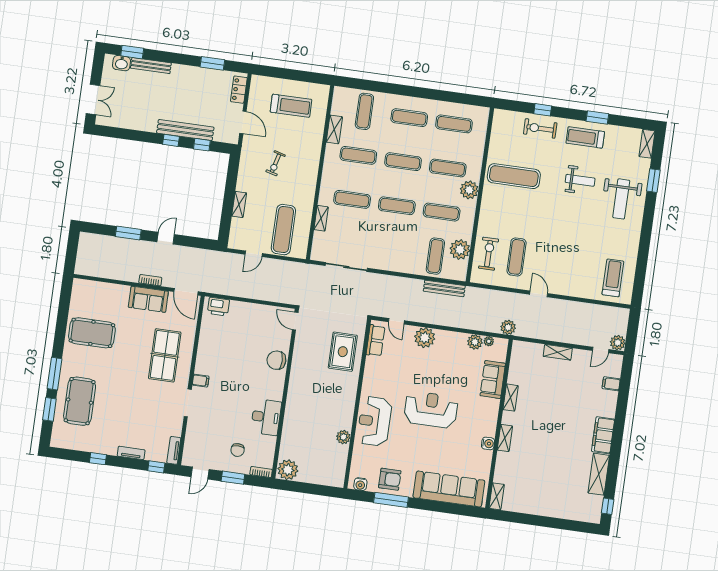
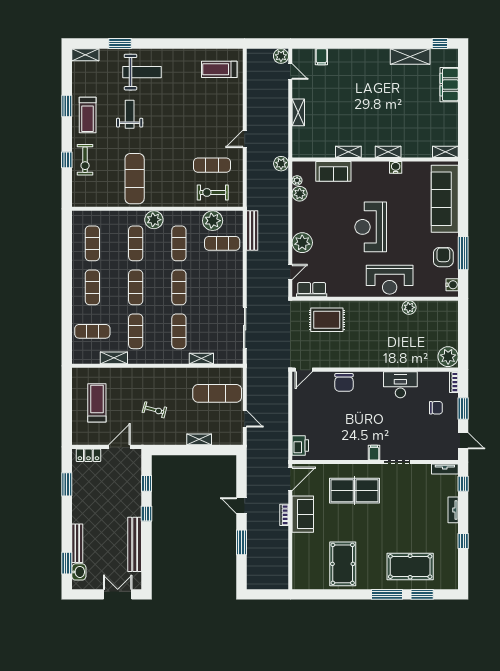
bench: (185, 130) -> (135, 544), moved
filing cabinet: (603, 435) -> (449, 85), moved, turned 90

